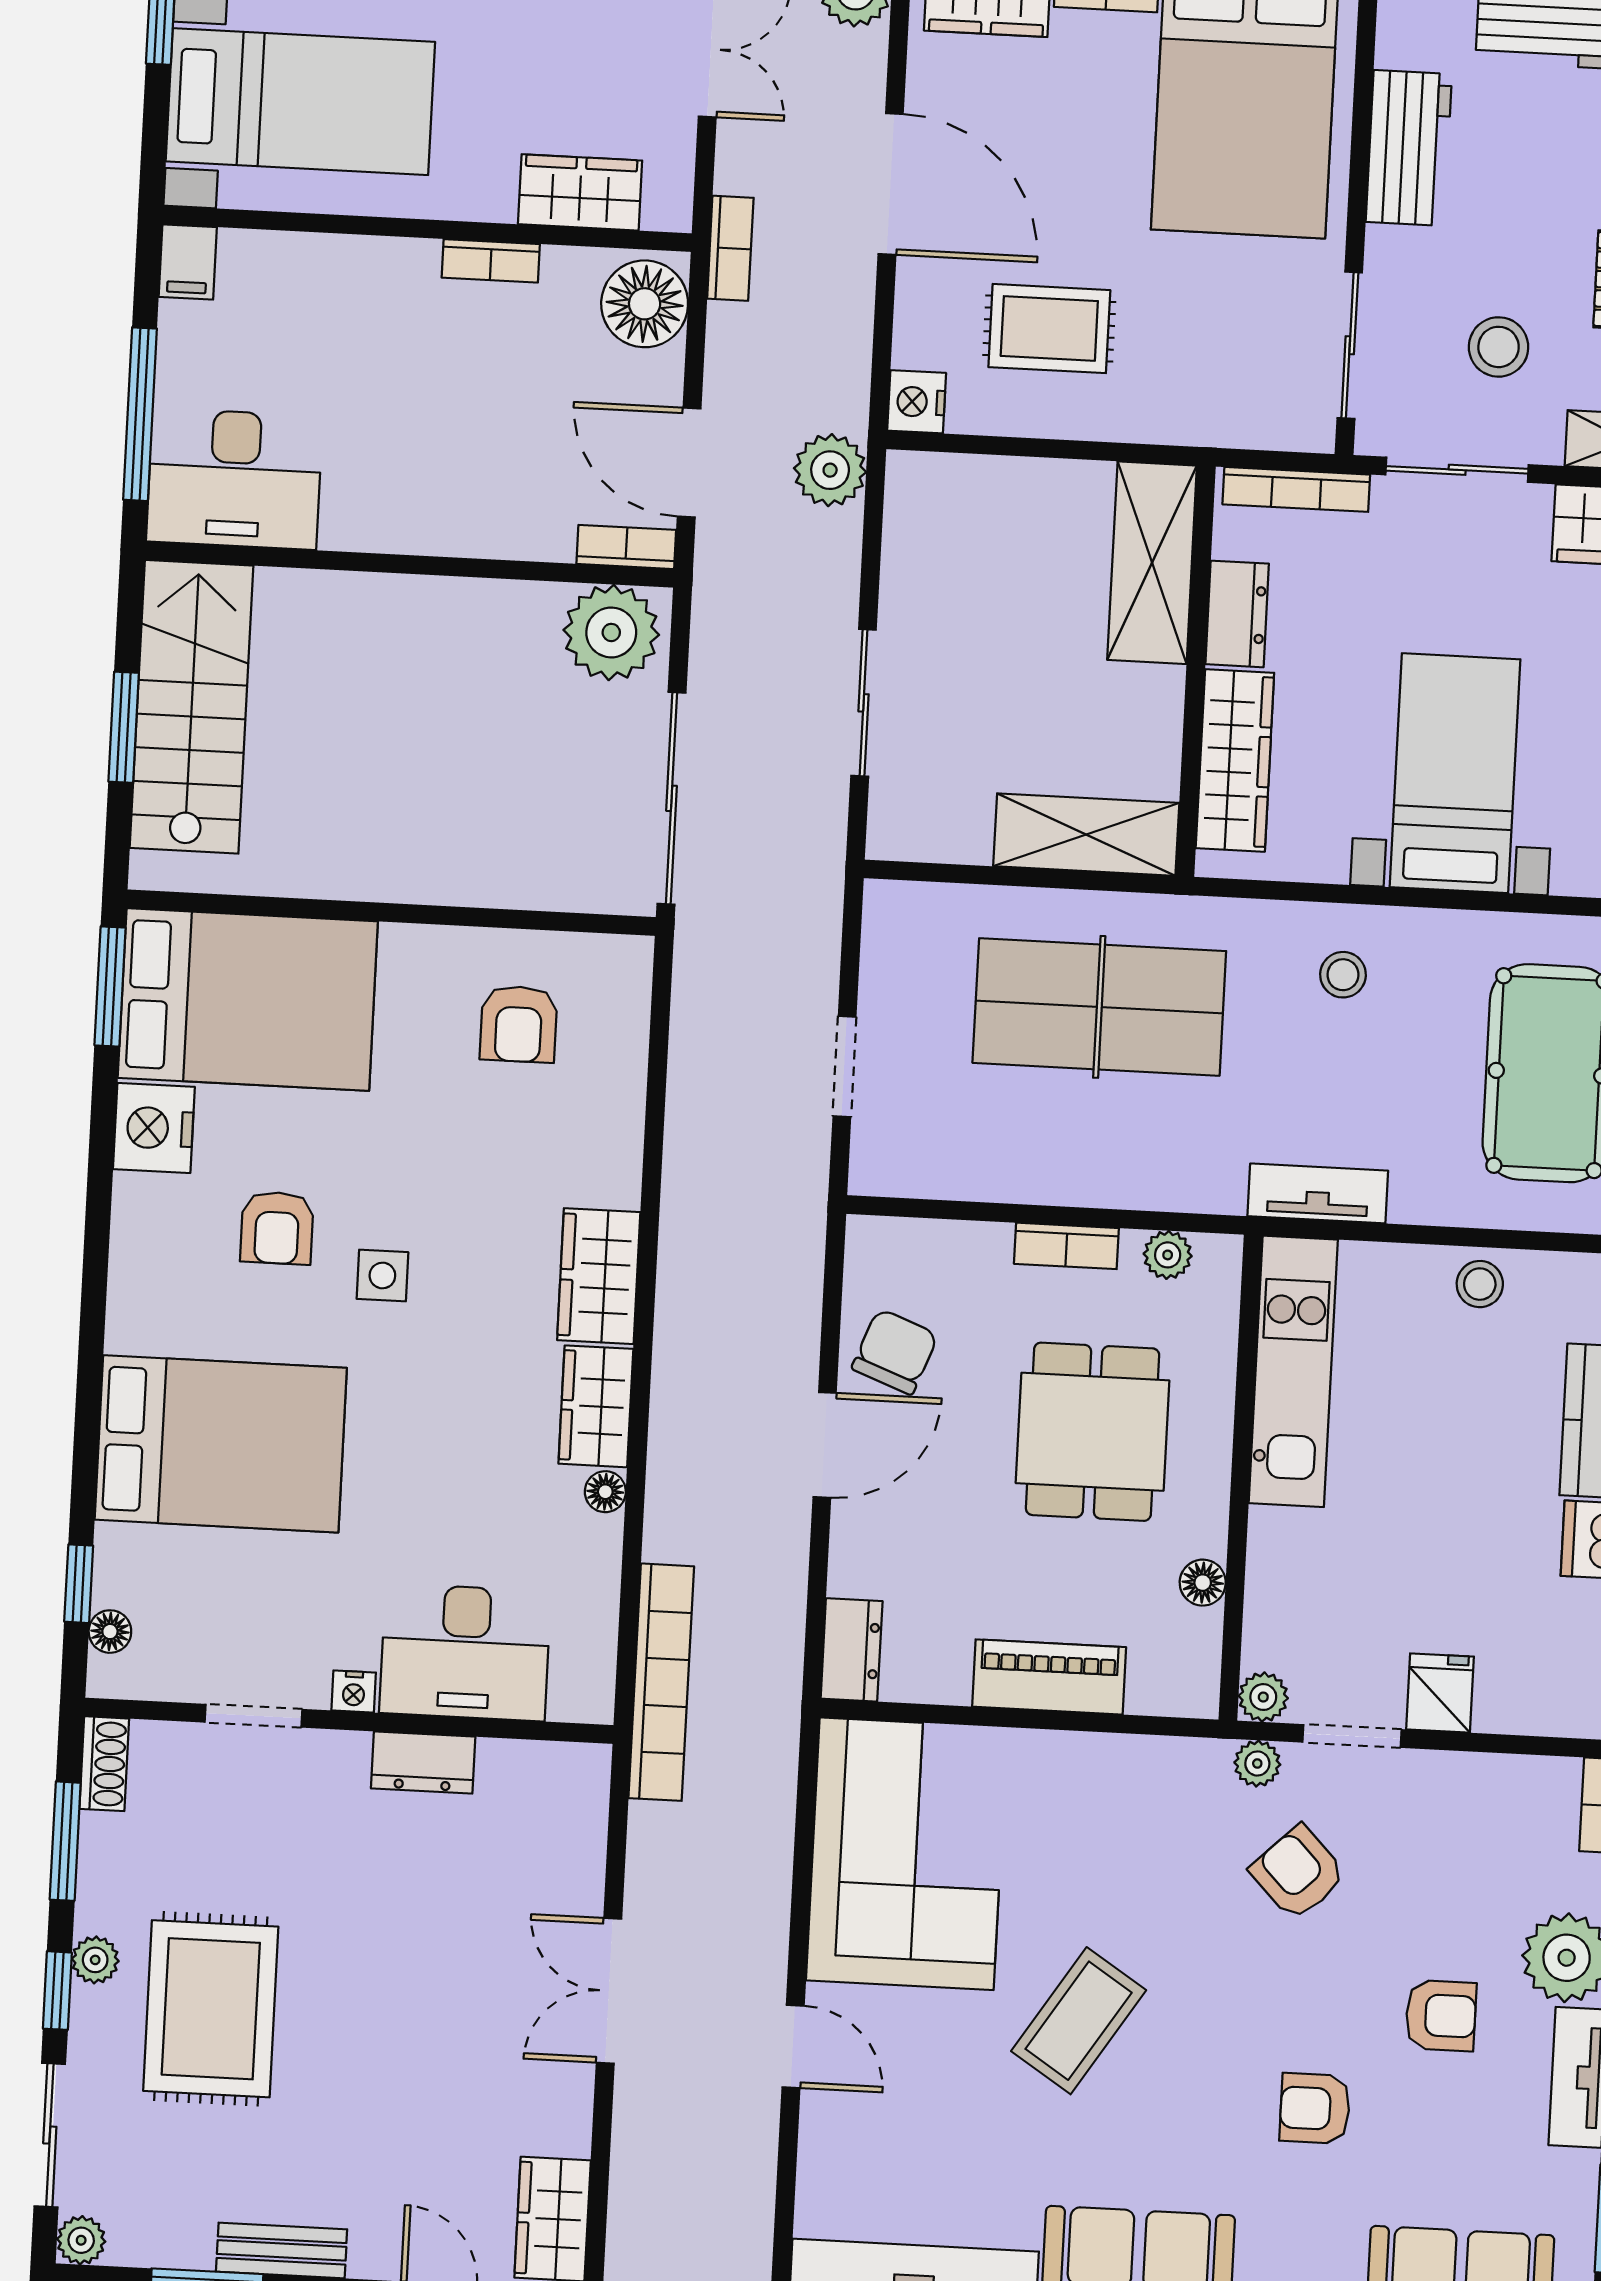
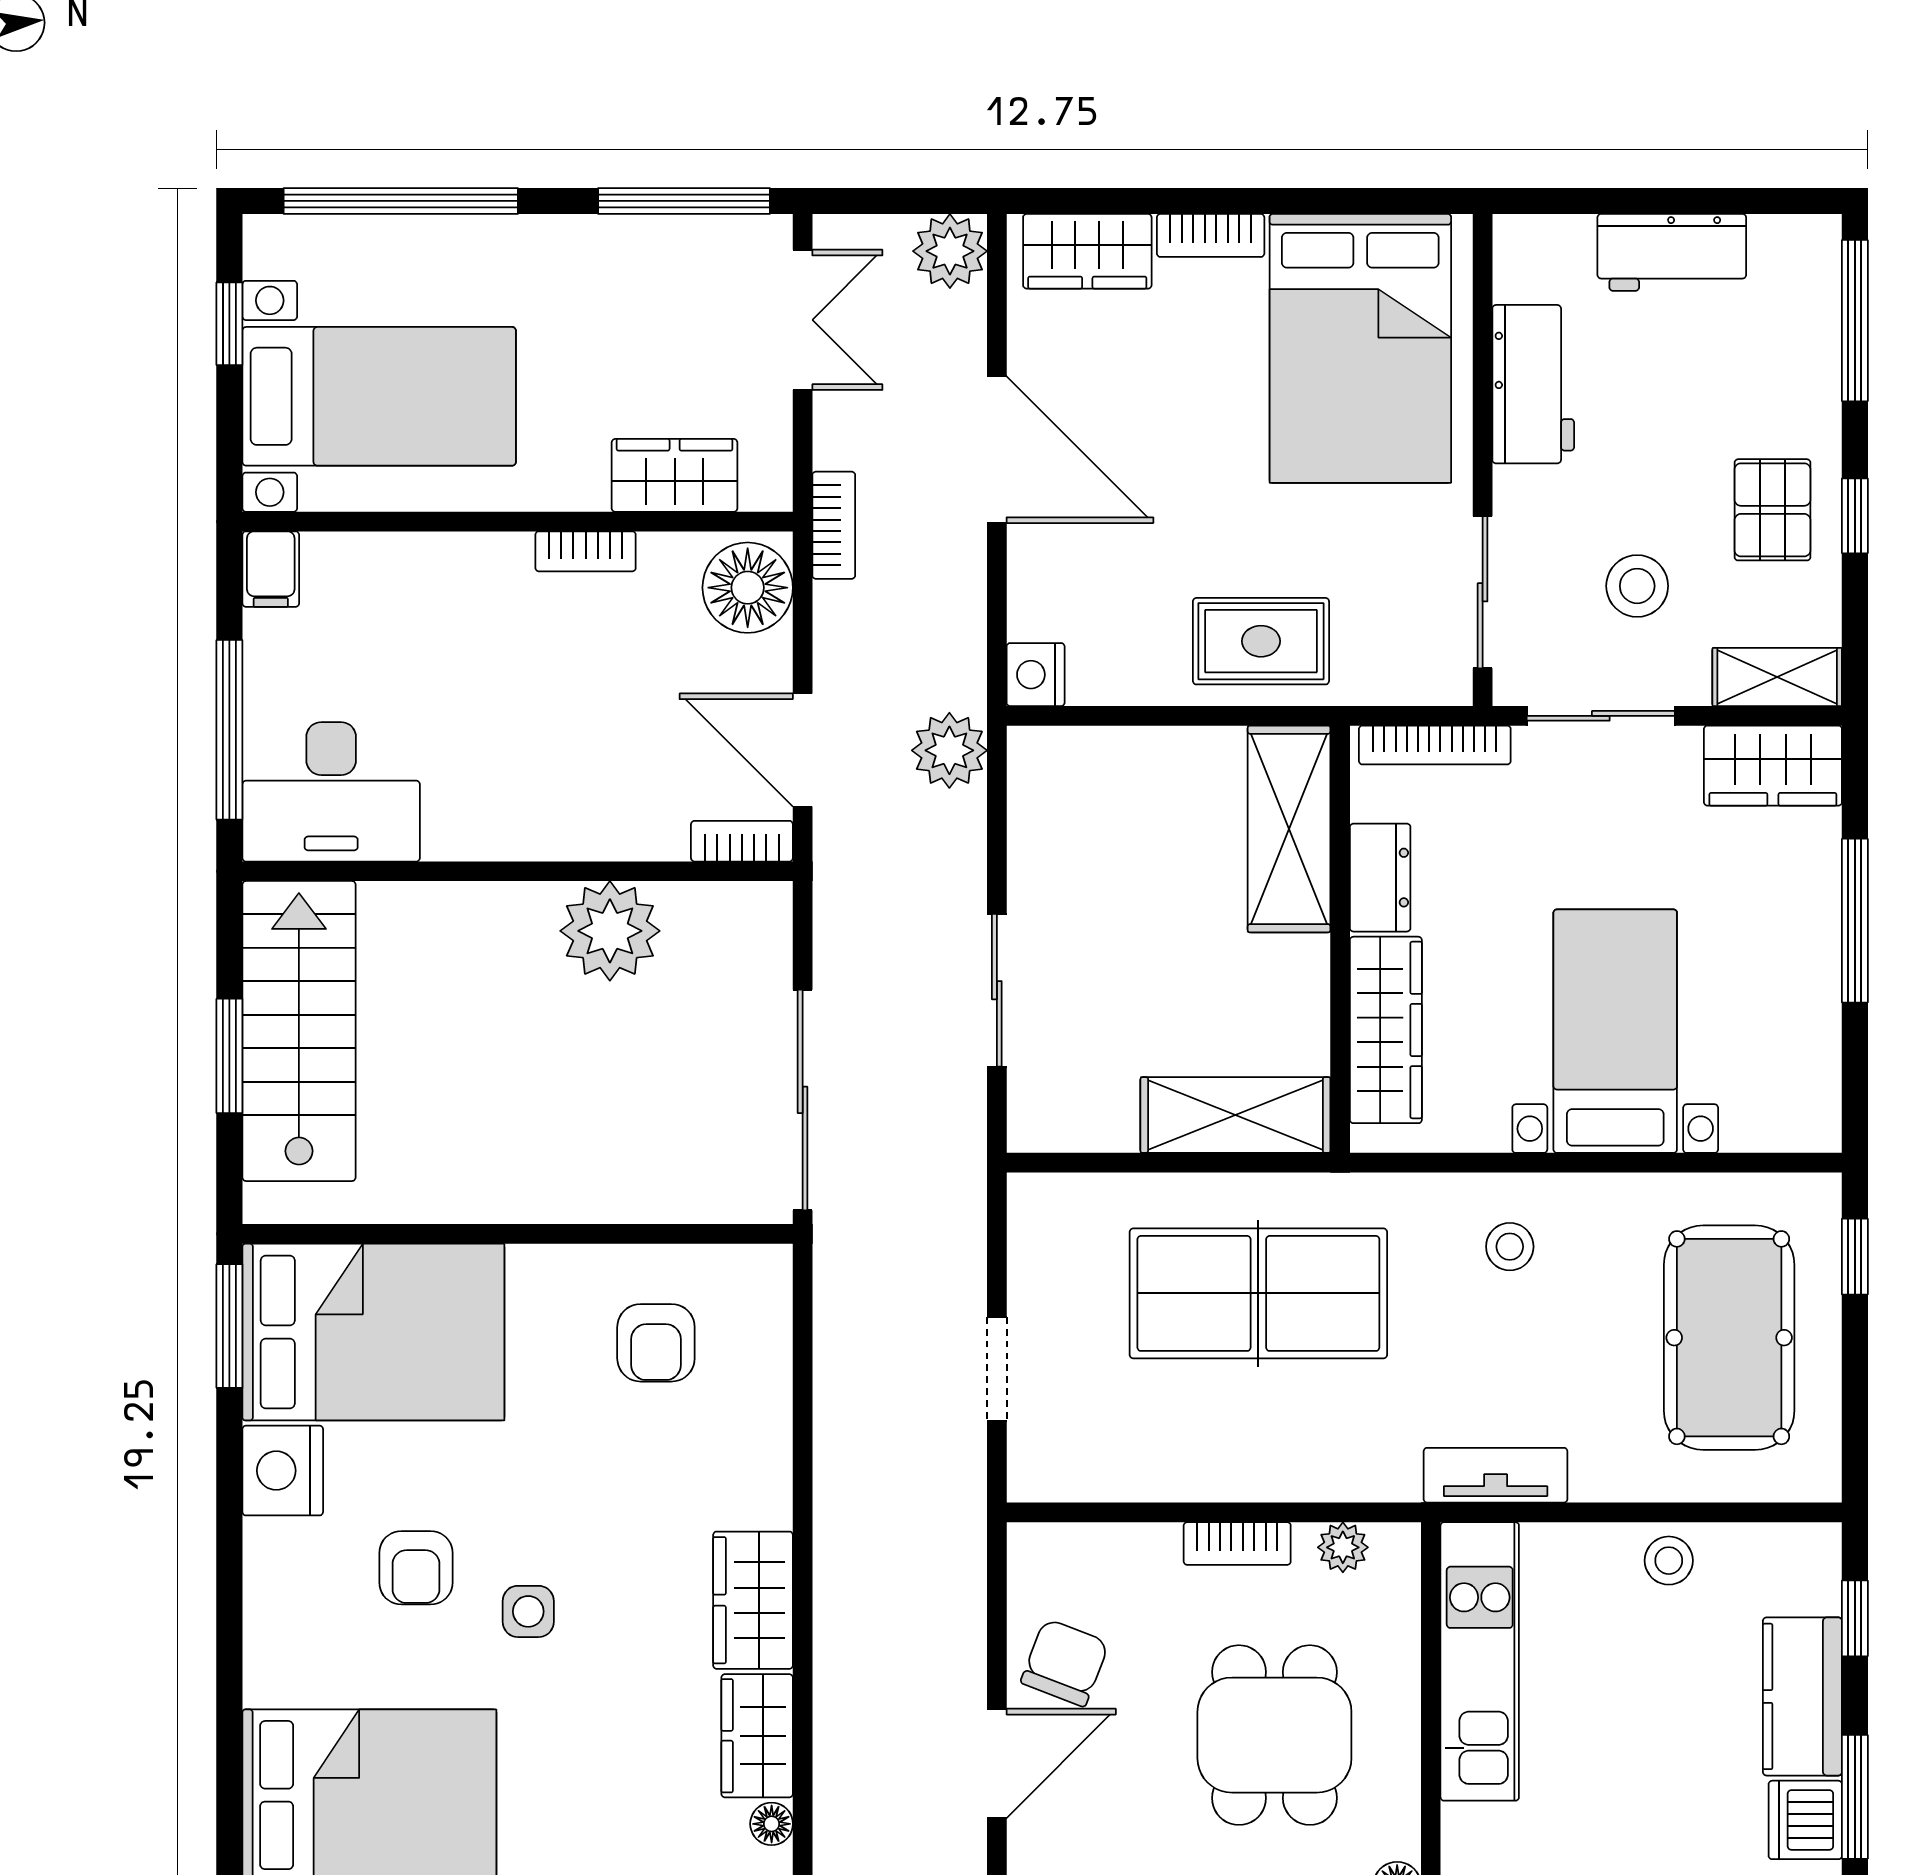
rug: (1049, 329) -> (1261, 641), moved
plant: (611, 632) -> (610, 931), moved

